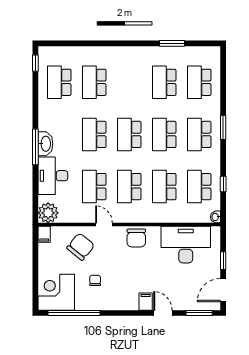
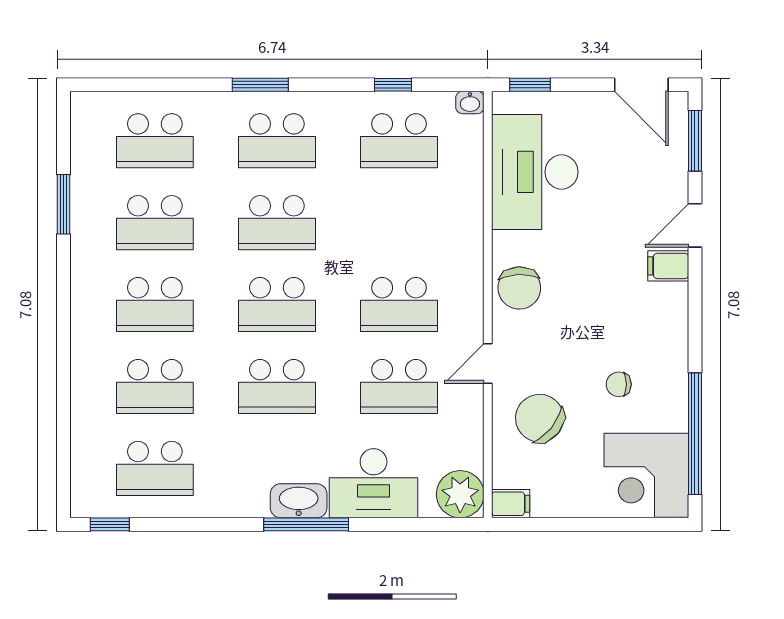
school desk: (164, 187) -> (155, 305), moved
chair: (136, 238) -> (519, 288), turned 88
window: (223, 261) -> (530, 85), moved

